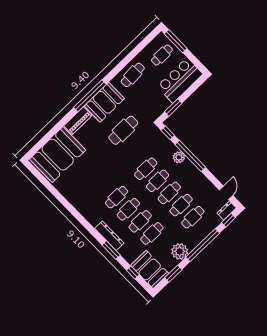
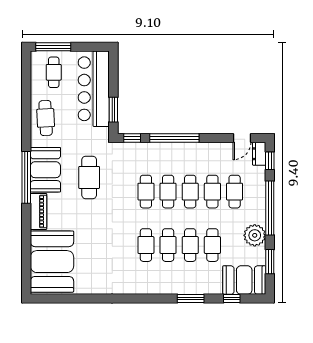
bar counter: (180, 80) -> (94, 89), width x1.36
plant: (179, 157) -> (165, 150), removed
door: (226, 193) -> (242, 138), swing flipped
dresser: (109, 236) -> (176, 287), removed

